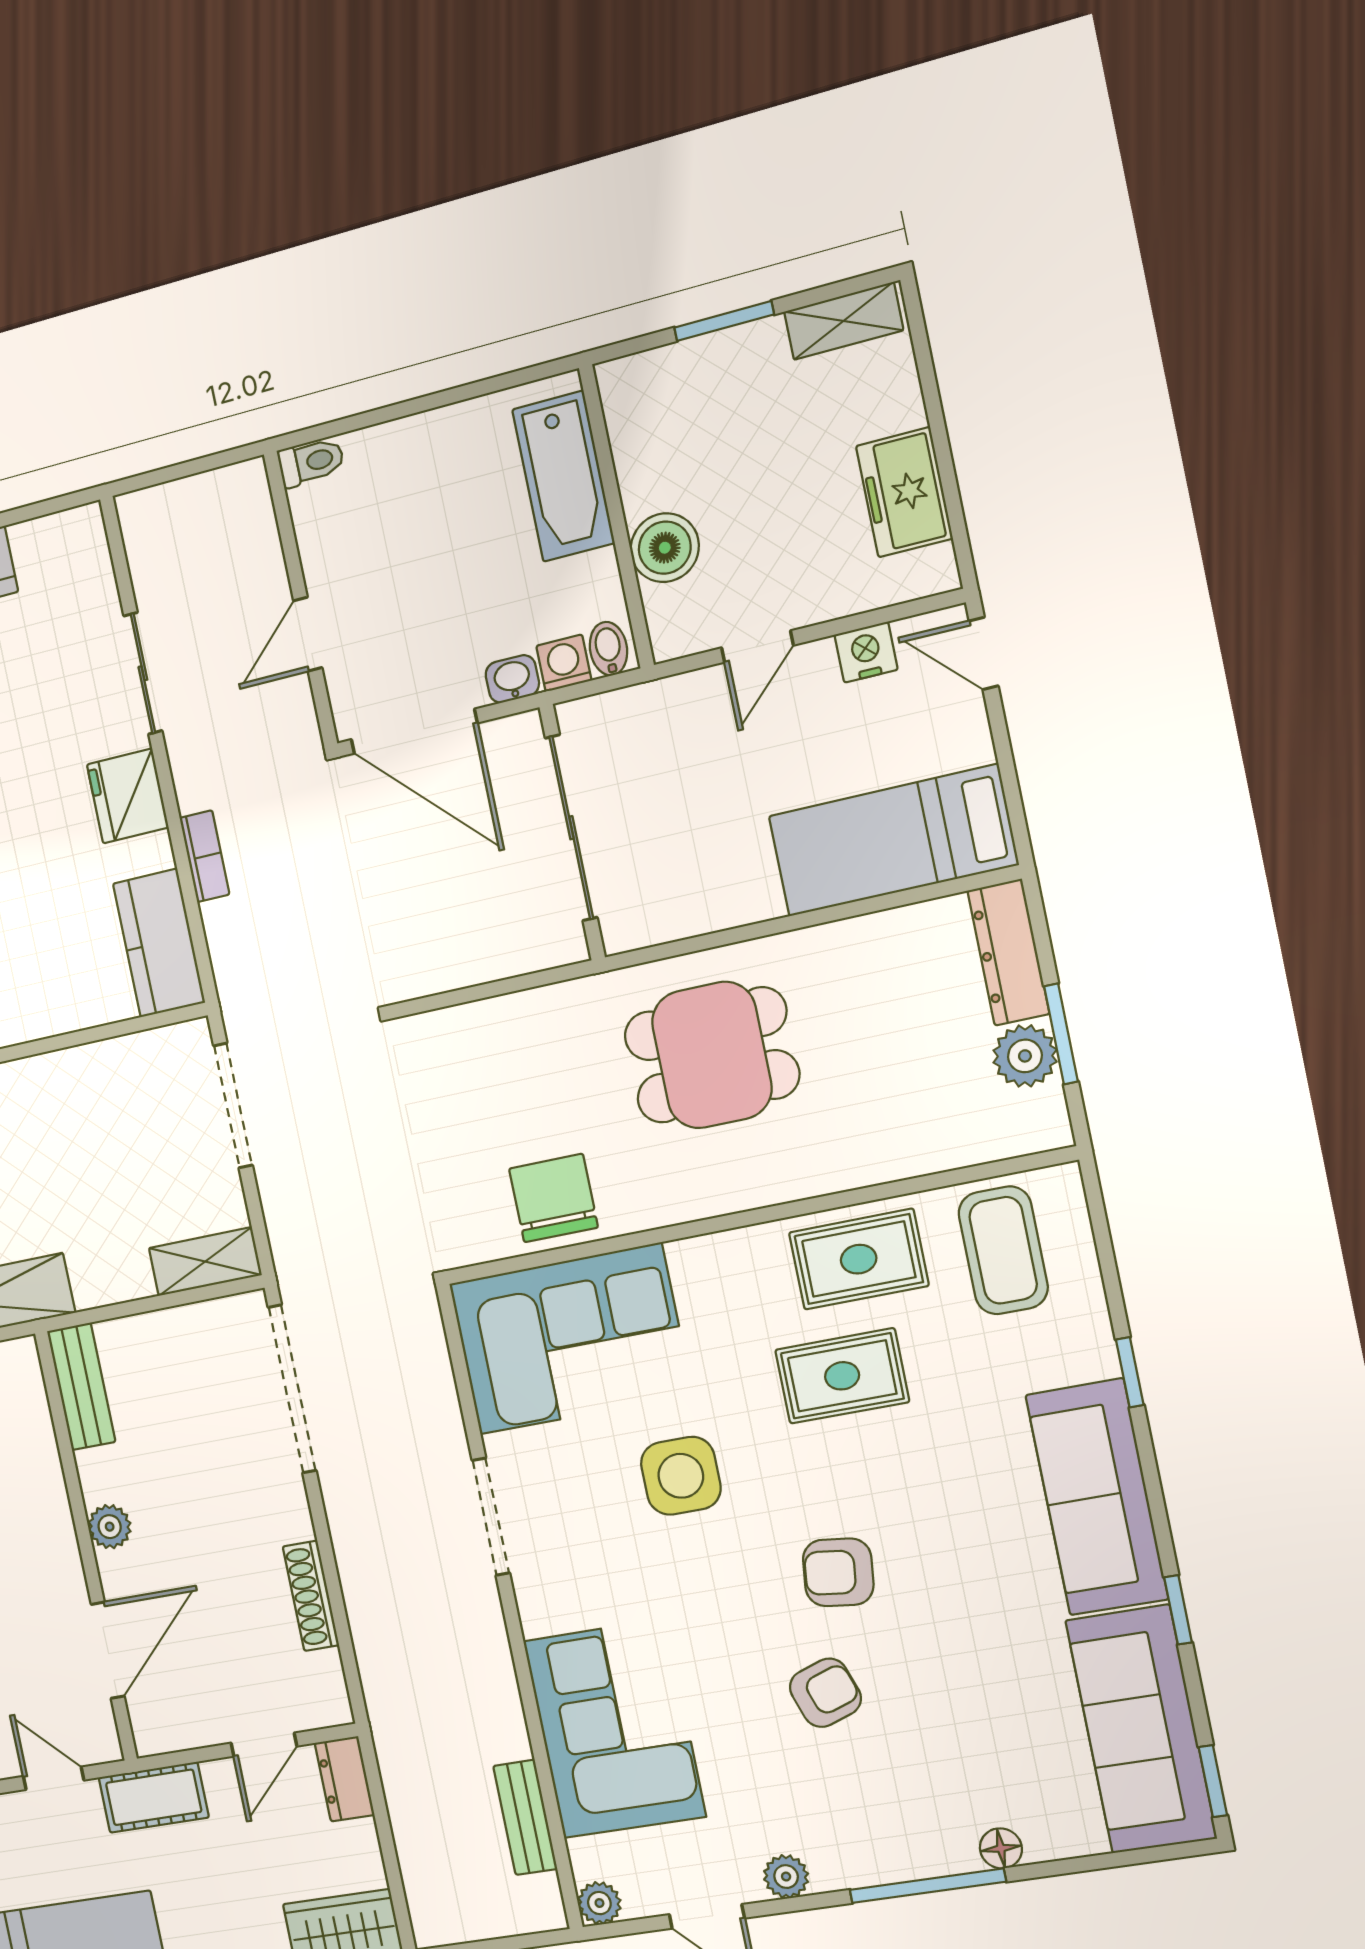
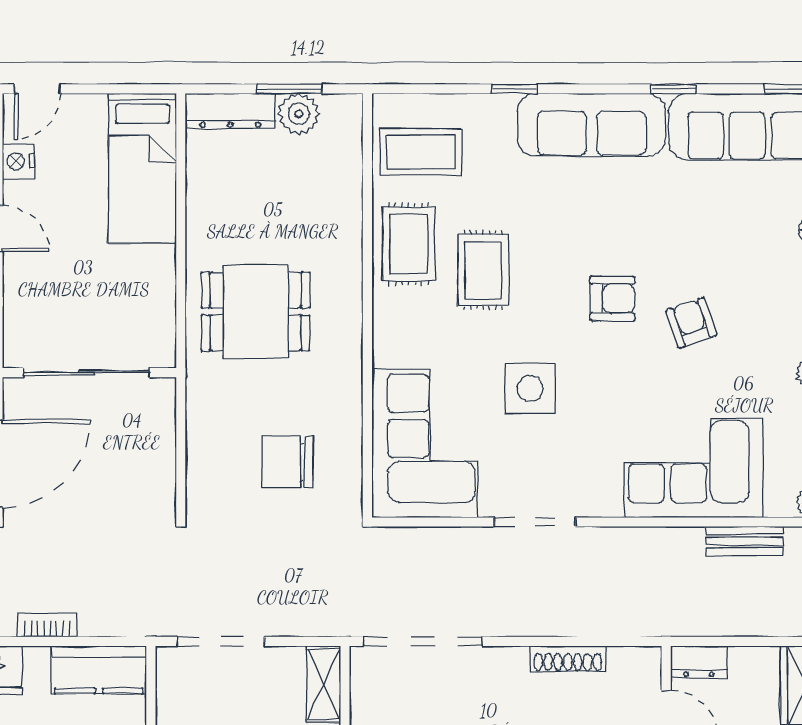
dining table: (712, 1055) -> (256, 312), turned 90
chair: (553, 1198) -> (287, 462), moved
armchair: (838, 1572) -> (612, 298), turned -97

